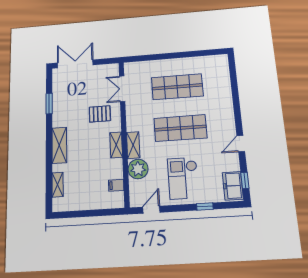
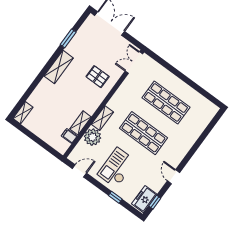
double door: (122, 89) -> (134, 63), moved
door: (241, 144) -> (173, 177), hinge flipped
shelving: (59, 145) -> (59, 67), moved
shelving: (116, 145) -> (80, 123), moved
shelving: (58, 185) -> (23, 113), moved

